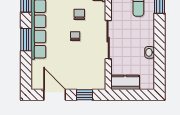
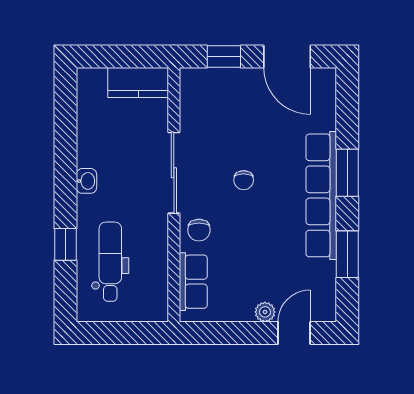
chair: (79, 14) -> (199, 230), moved
washbasin: (150, 52) -> (86, 181), moved

